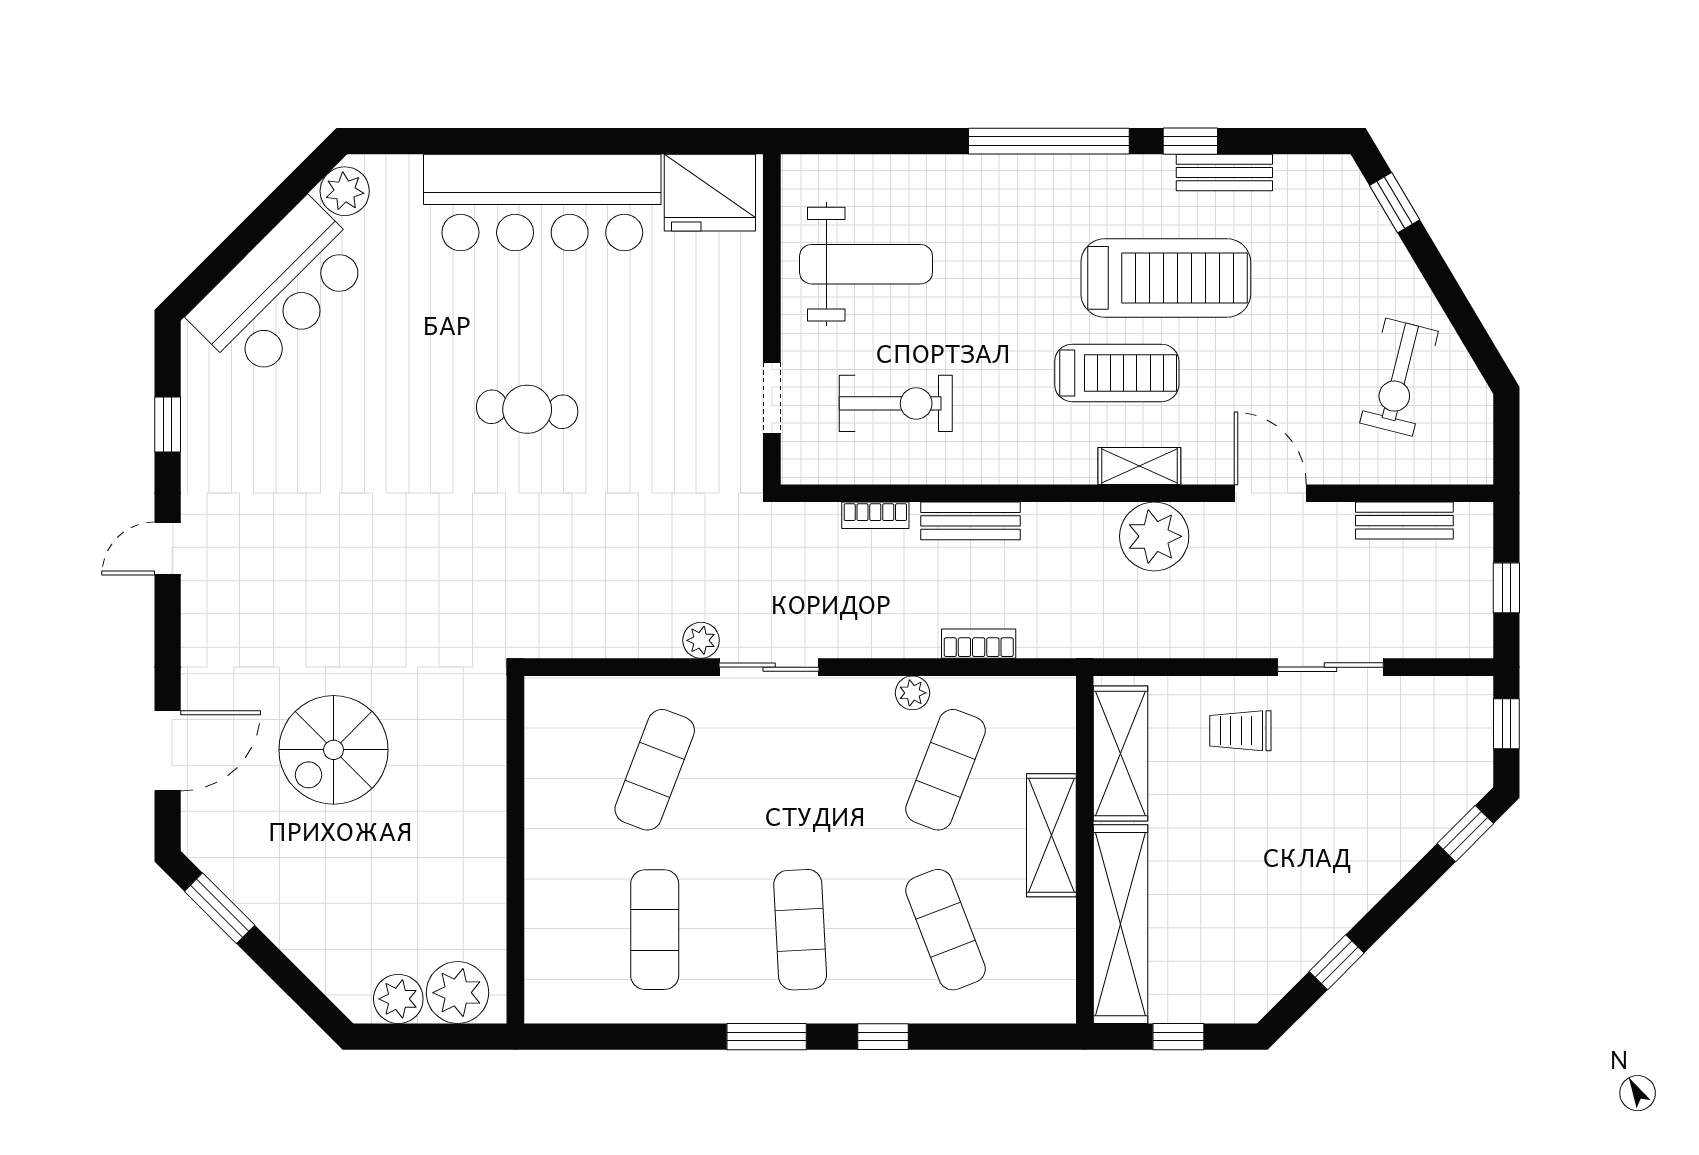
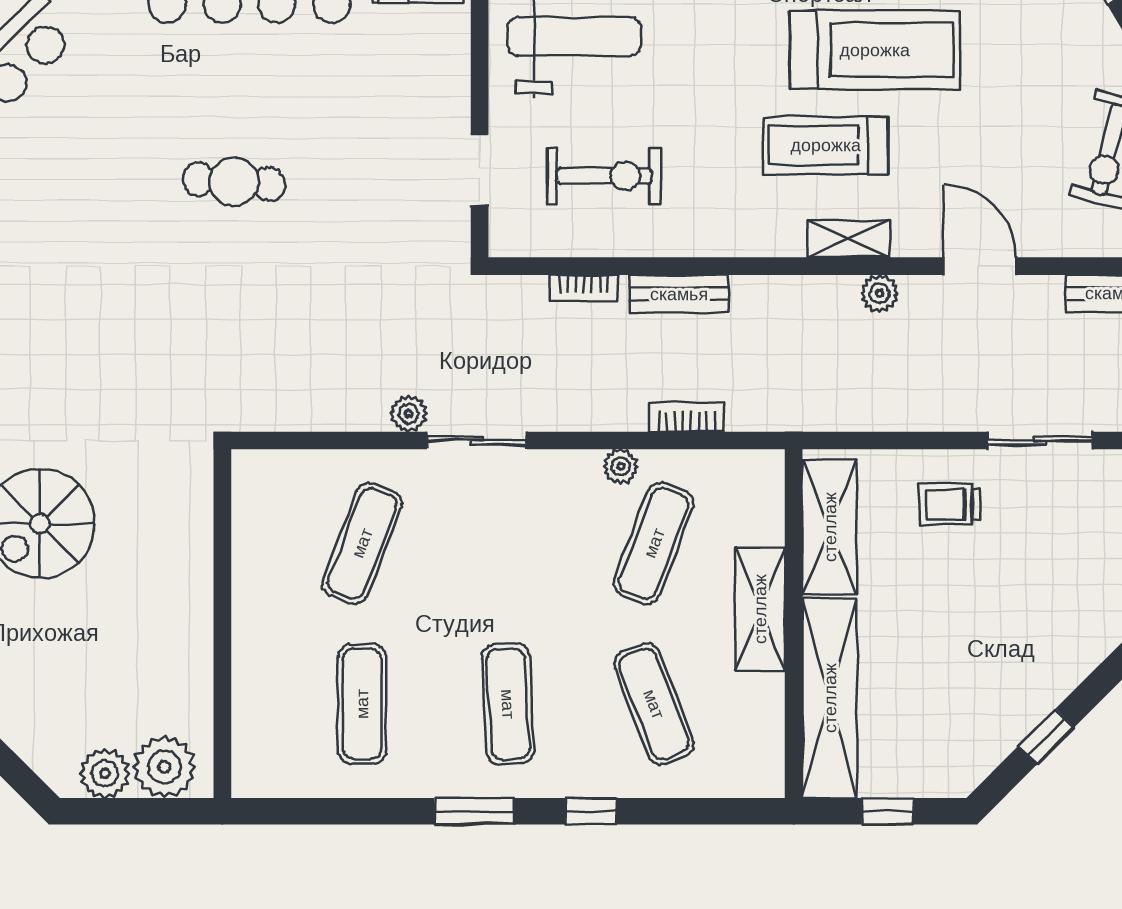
treadmill: (1117, 373) -> (826, 145), turned 180
plant: (1154, 536) -> (879, 293), width x0.53, depth x0.53

